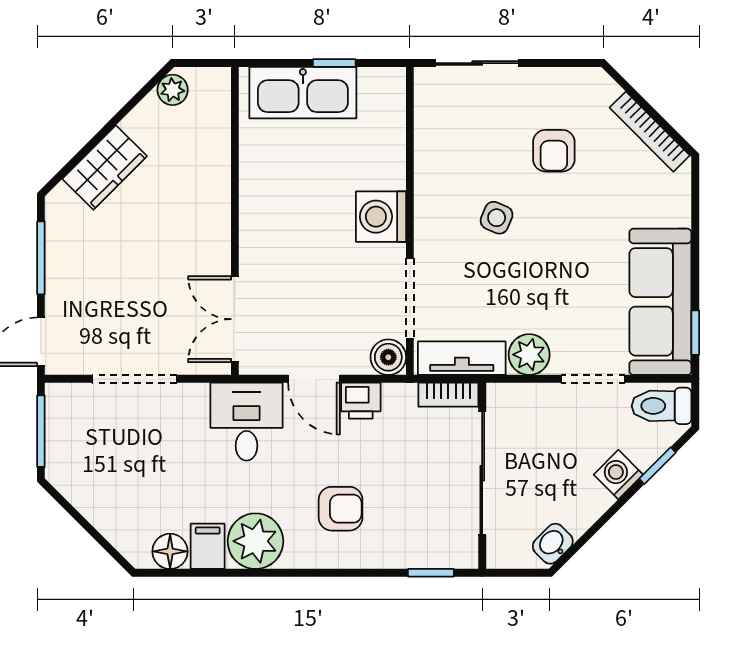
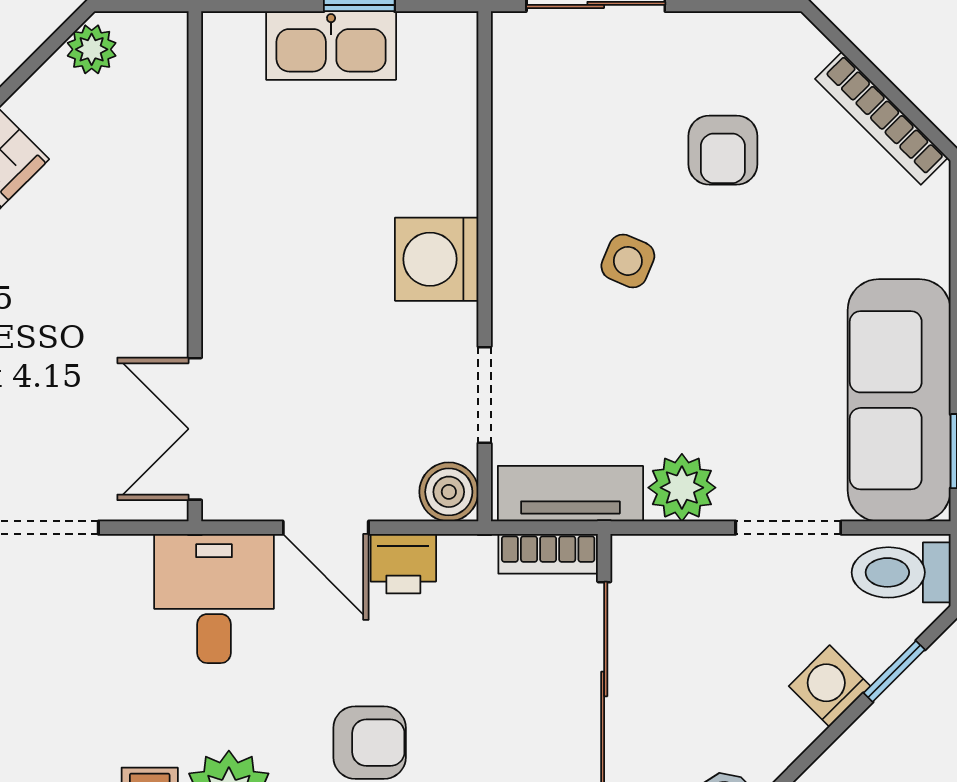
kitchen sink: (303, 93) -> (331, 46), width x0.73, depth x0.81
doorway: (410, 299) -> (485, 395), width x0.73

